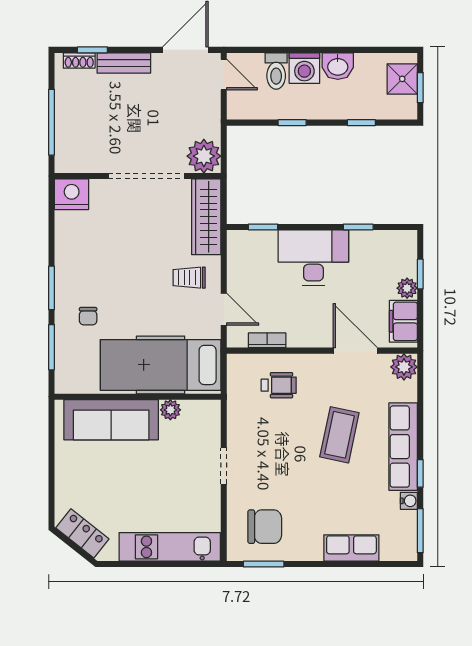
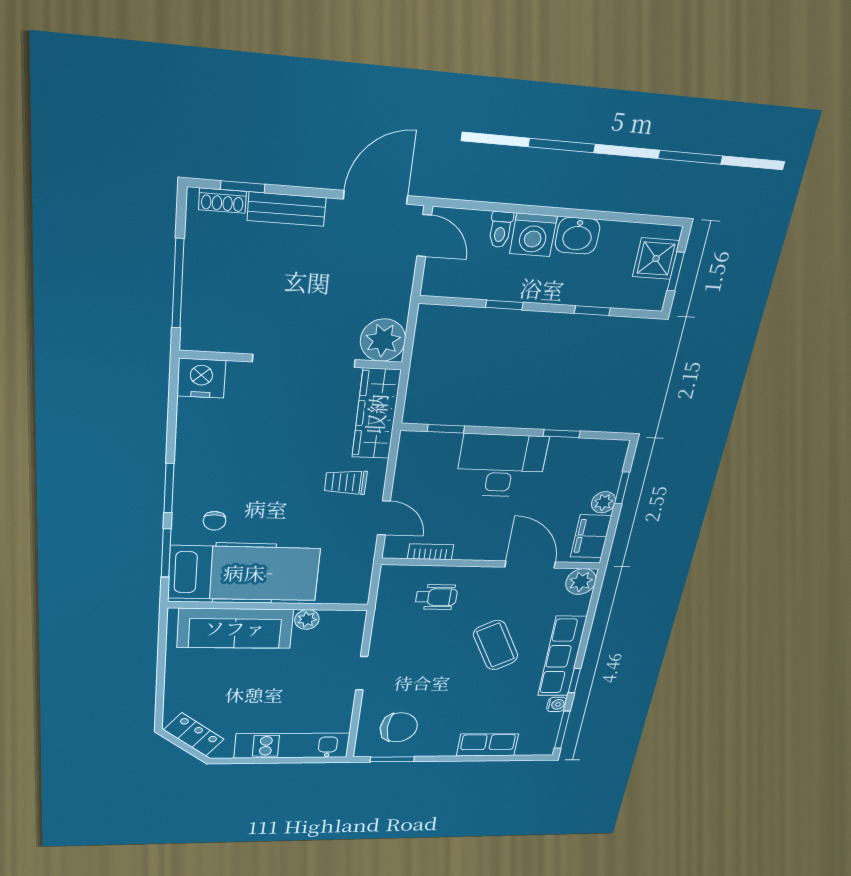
toilet: (276, 71) -> (500, 230), width x0.73, depth x0.72
hospital bed: (161, 365) -> (244, 573), moved, turned 180
coffee table: (339, 435) -> (496, 645), turned -40

